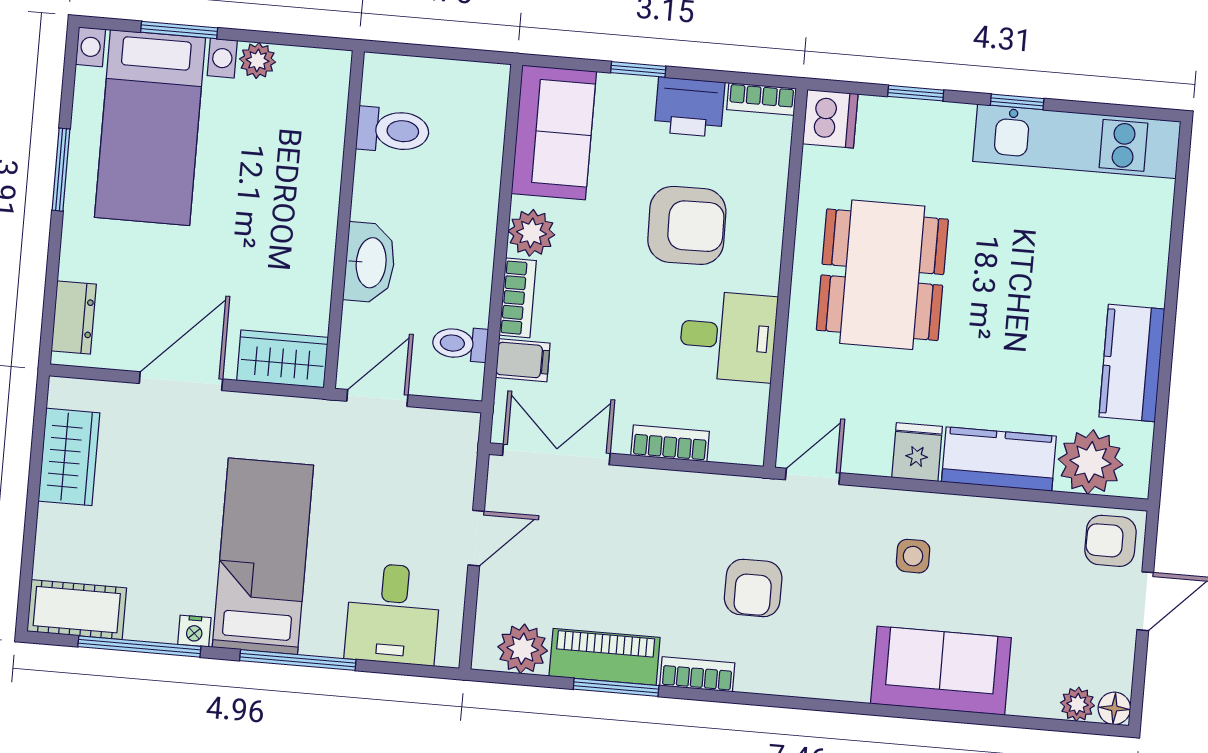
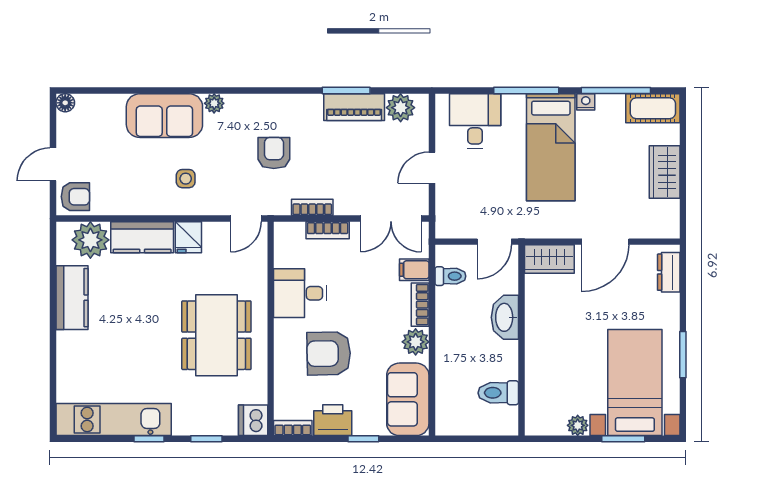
wardrobe: (69, 457) -> (665, 172), moved
bookcase: (697, 674) -> (312, 207), moved, turned 180
plant: (1077, 704) -> (214, 103), moved

